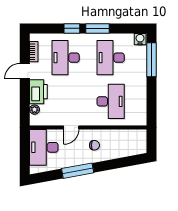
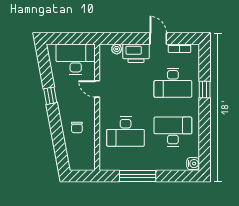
window: (98, 28) -> (205, 117), removed
desk: (66, 58) -> (173, 83), turned 180
window: (151, 60) -> (138, 176), moved
chair: (94, 145) -> (77, 127), moved
window: (78, 171) -> (50, 96), width x0.46

